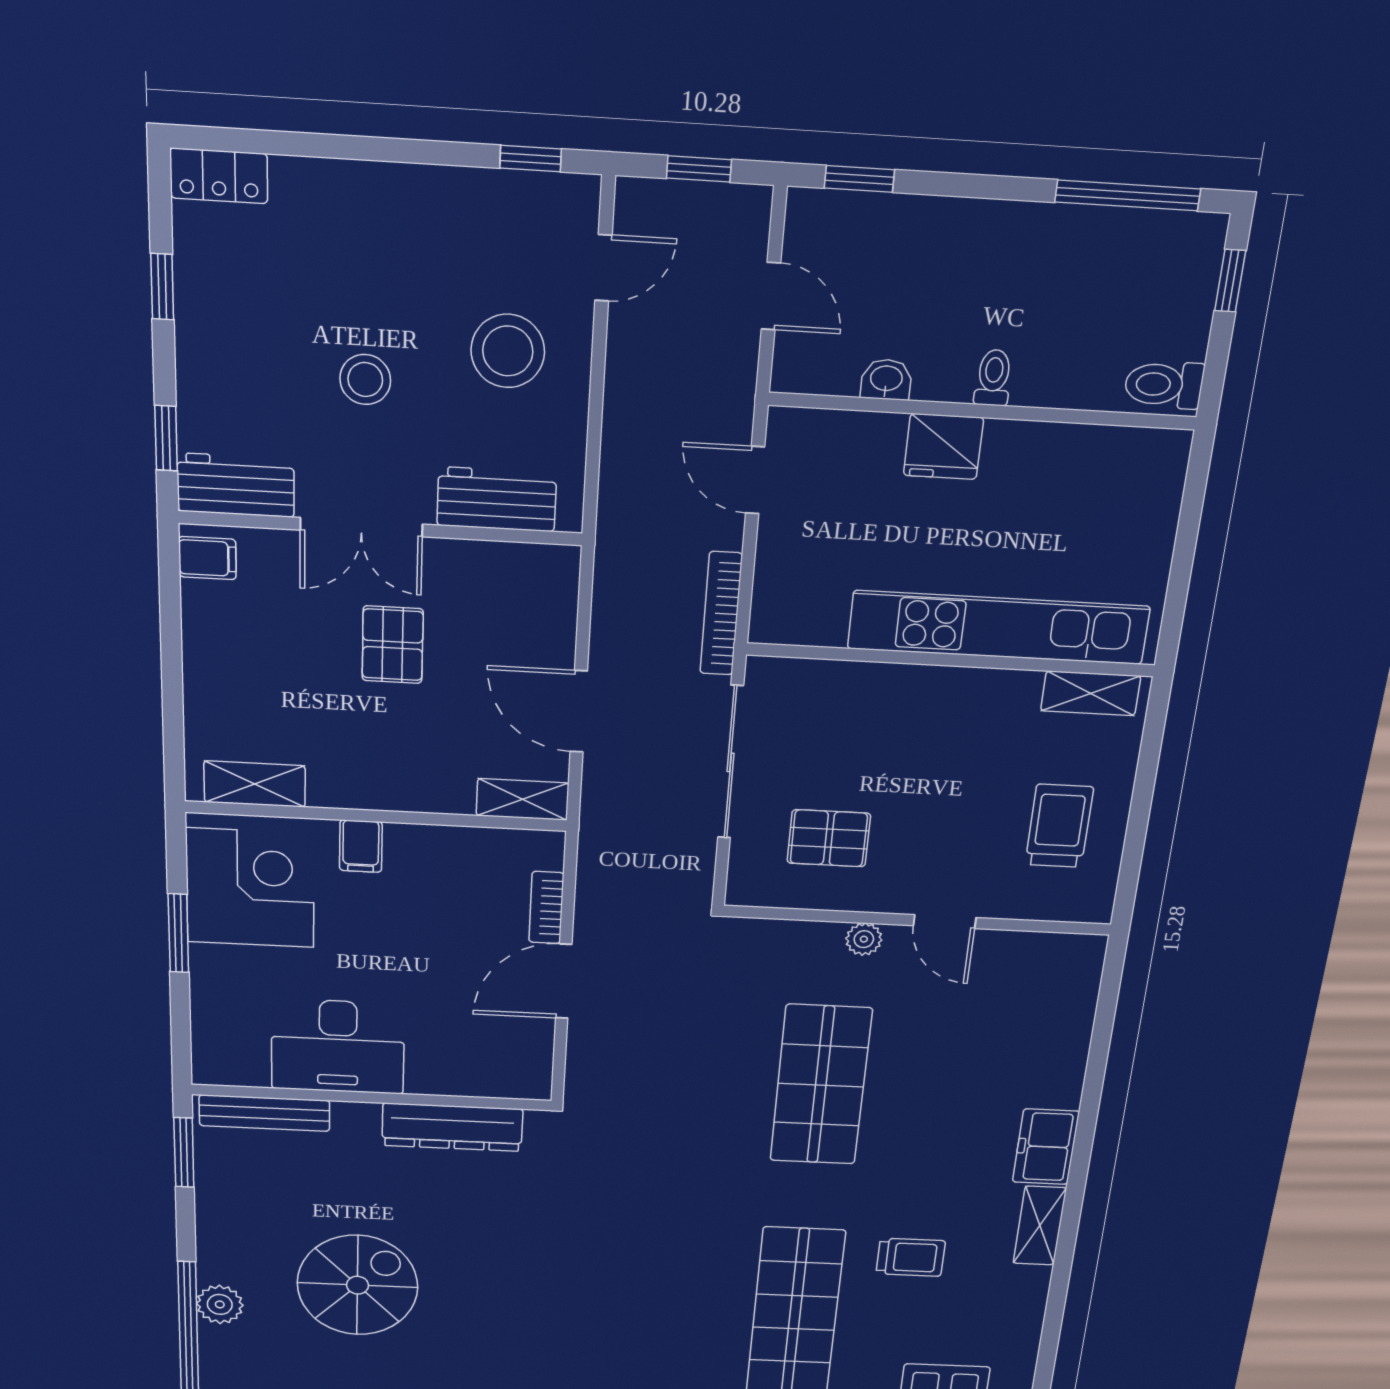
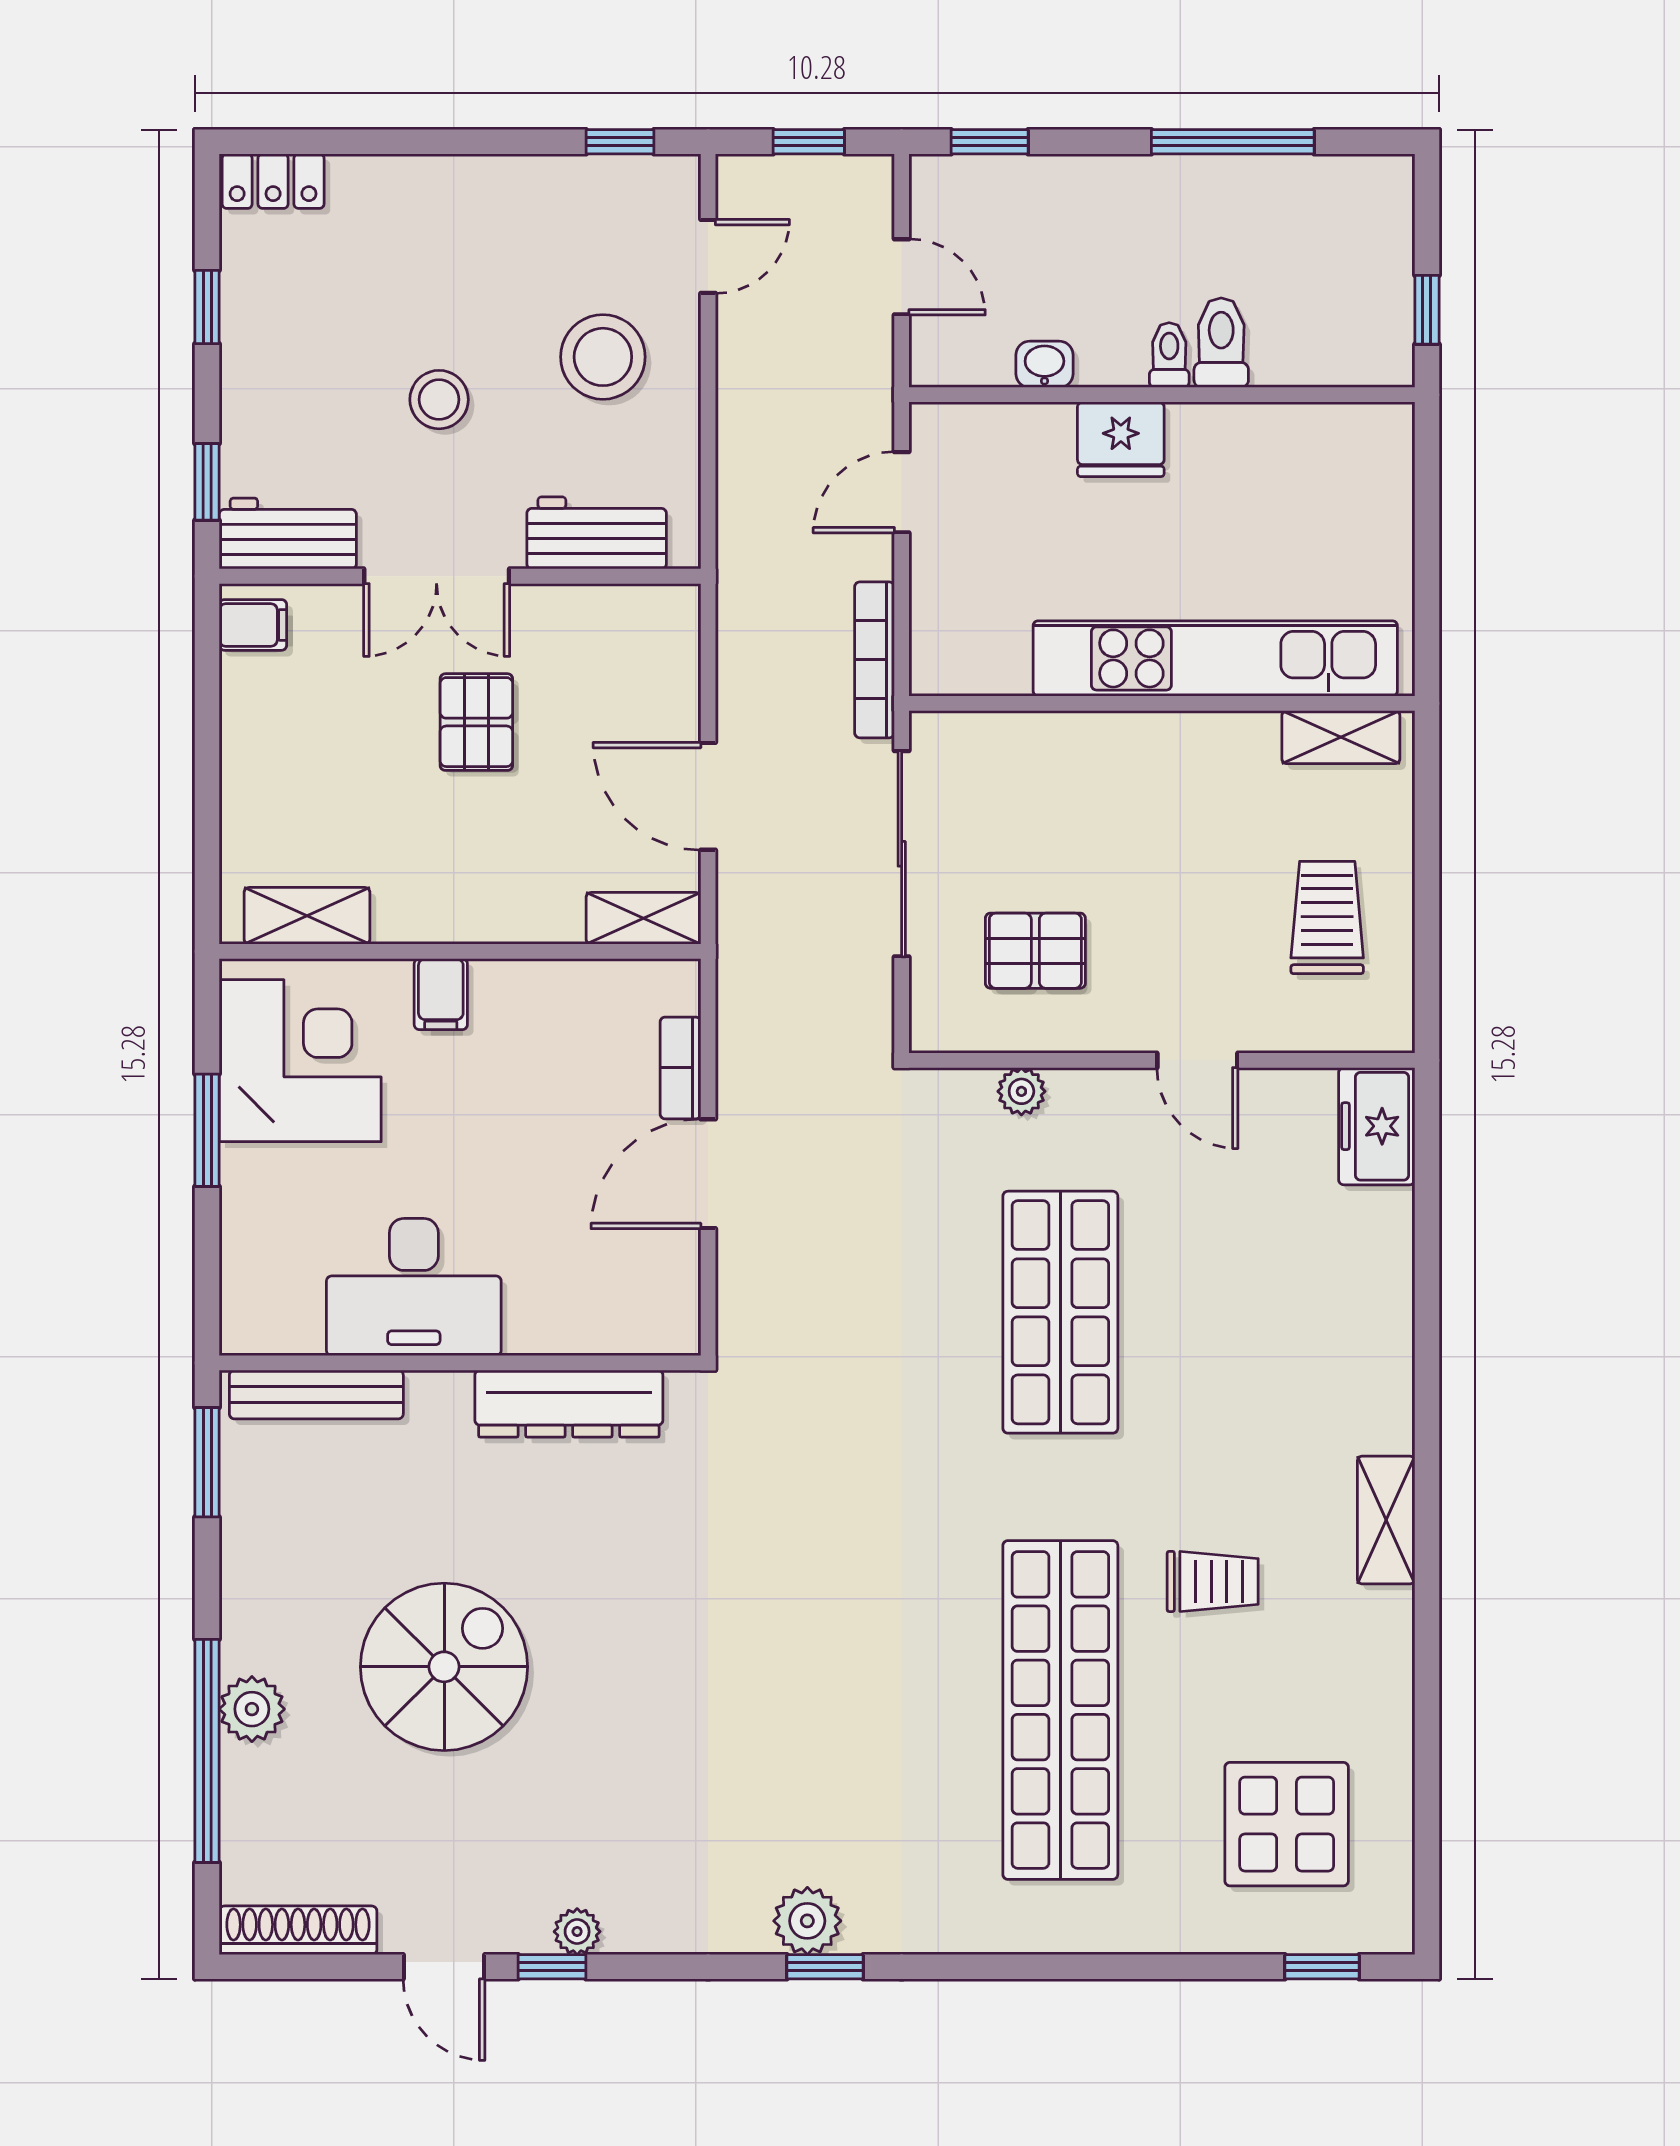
window: (1128, 196) -> (1233, 142), moved
window: (1230, 281) -> (1427, 310), moved
toilet: (1164, 385) -> (1221, 343), moved, turned 90
door: (755, 480) -> (902, 492), hinge flipped
plant: (864, 939) -> (1021, 1091), moved
freezer: (1046, 1147) -> (1377, 1126), moved

